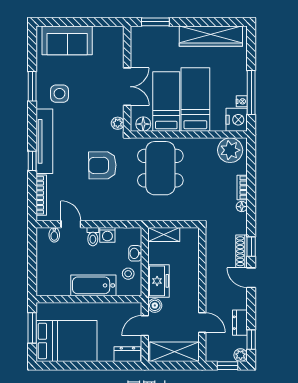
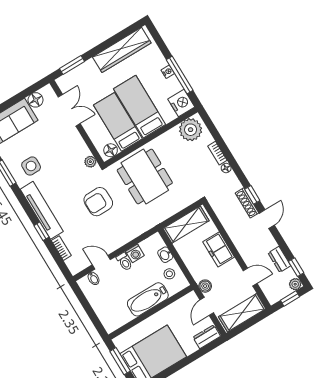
floor lamp: (101, 34) -> (36, 100), added
double door: (127, 87) -> (69, 110), moved
nightstand: (242, 101) -> (168, 72), moved
bookcase: (41, 195) -> (61, 248), width x0.64
shelving: (164, 234) -> (186, 225), width x1.50, depth x1.33
door: (251, 278) -> (267, 219), swing flipped
freezer: (159, 281) -> (219, 249), moved, turned 180

